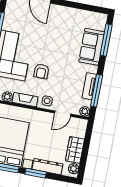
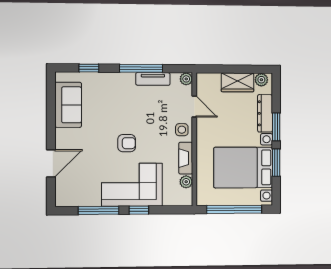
window: (106, 40) -> (89, 68), width x0.46
sofa: (92, 47) -> (68, 105), moved, turned -90
armchair: (41, 71) -> (127, 143), moved
window: (97, 91) -> (141, 68), moved

